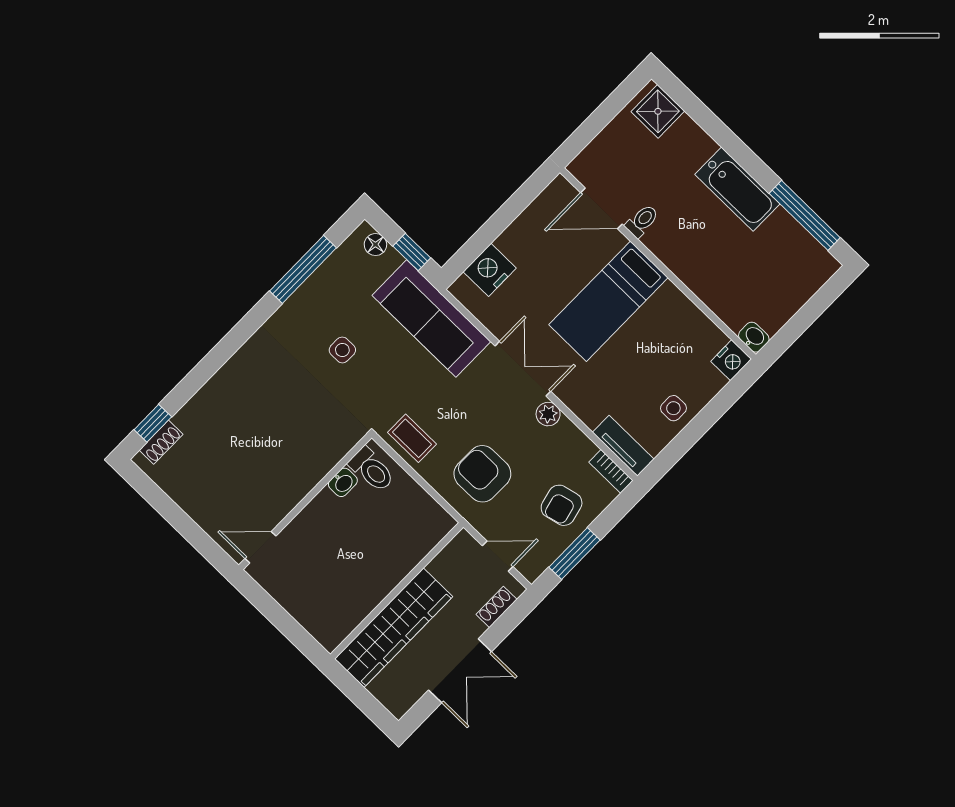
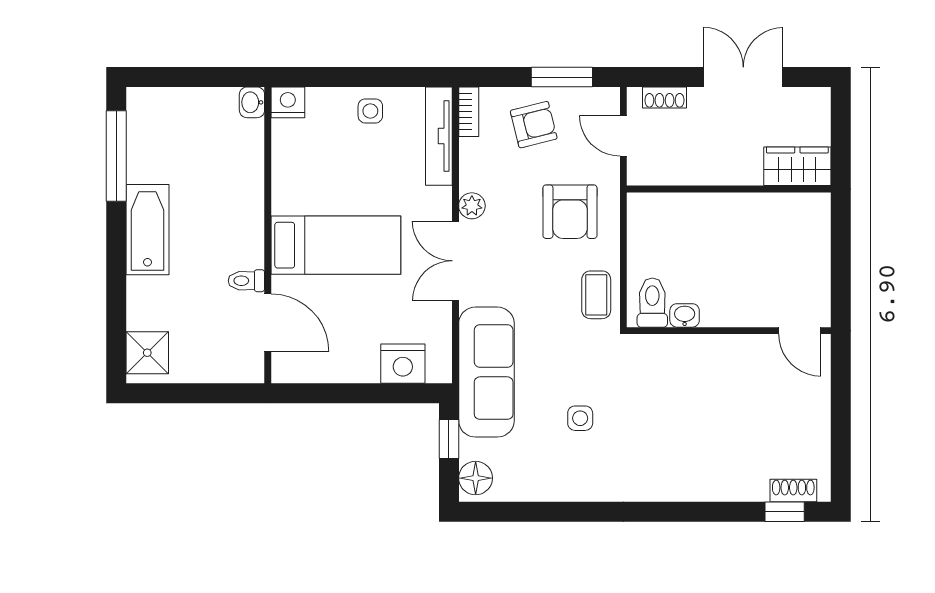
floor lamp: (375, 245) -> (476, 478), width x1.37, depth x1.37
window: (303, 269) -> (547, 512), removed
tv unit: (623, 446) -> (439, 136), width x1.41
wardrobe: (394, 628) -> (797, 166), width x0.48, depth x0.85

